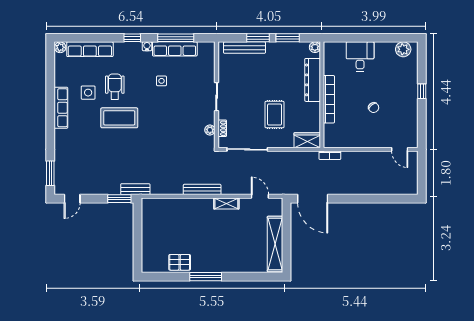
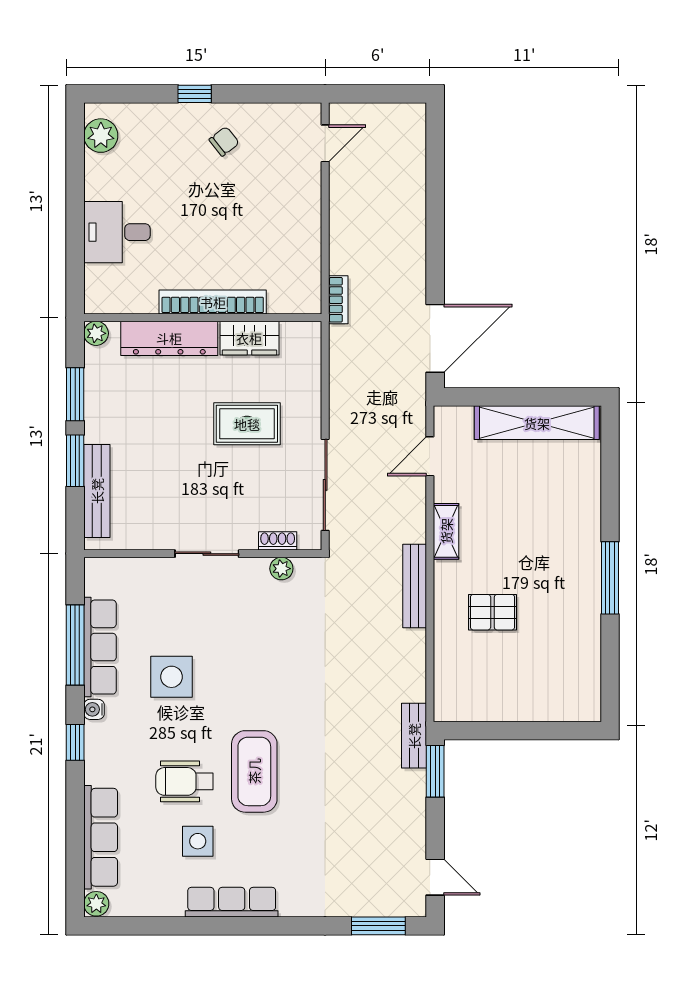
side table: (162, 81) -> (172, 677), width x1.87, depth x1.87
chair: (374, 108) -> (224, 141), moved
wardrobe: (307, 140) -> (249, 338), moved, turned -90
pallet: (180, 262) -> (492, 612), moved, turned 90

